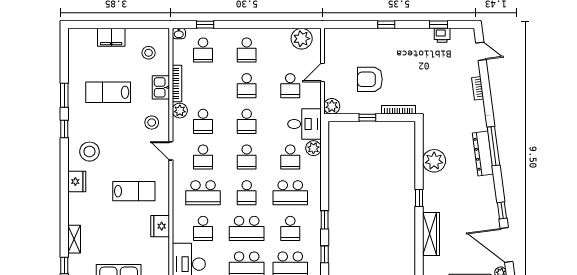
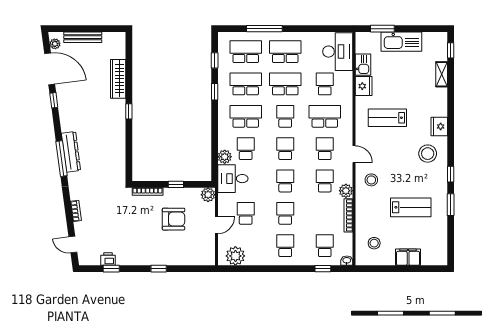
kitchen sink: (161, 87) -> (363, 65), moved
plant: (434, 161) -> (115, 145), removed
school desk: (290, 228) -> (246, 84), width x1.85

